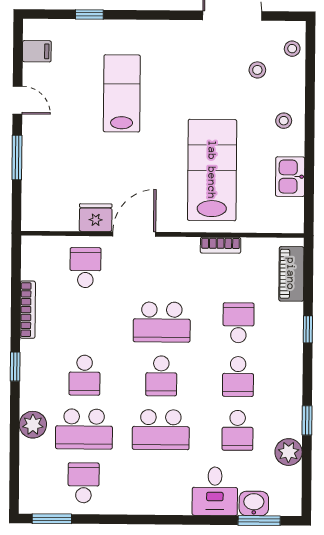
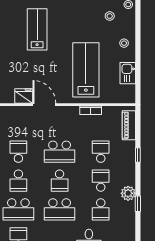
door: (134, 234) -> (44, 105), hinge flipped
school desk: (85, 268) -> (18, 152), moved
school desk: (238, 377) -> (101, 181), turned 180
plant: (289, 452) -> (128, 193), moved

